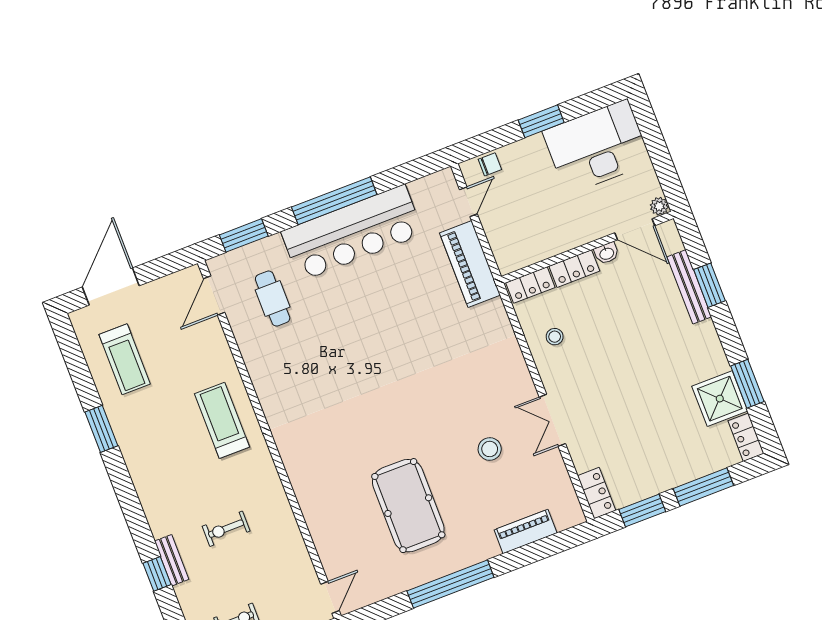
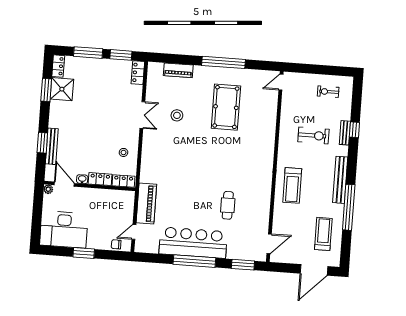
cafe table: (273, 299) -> (228, 205), moved
window: (101, 429) -> (349, 207), width x2.11
bench: (140, 471) -> (340, 180), added
exercise bike: (226, 529) -> (313, 135), width x1.38, depth x1.39

